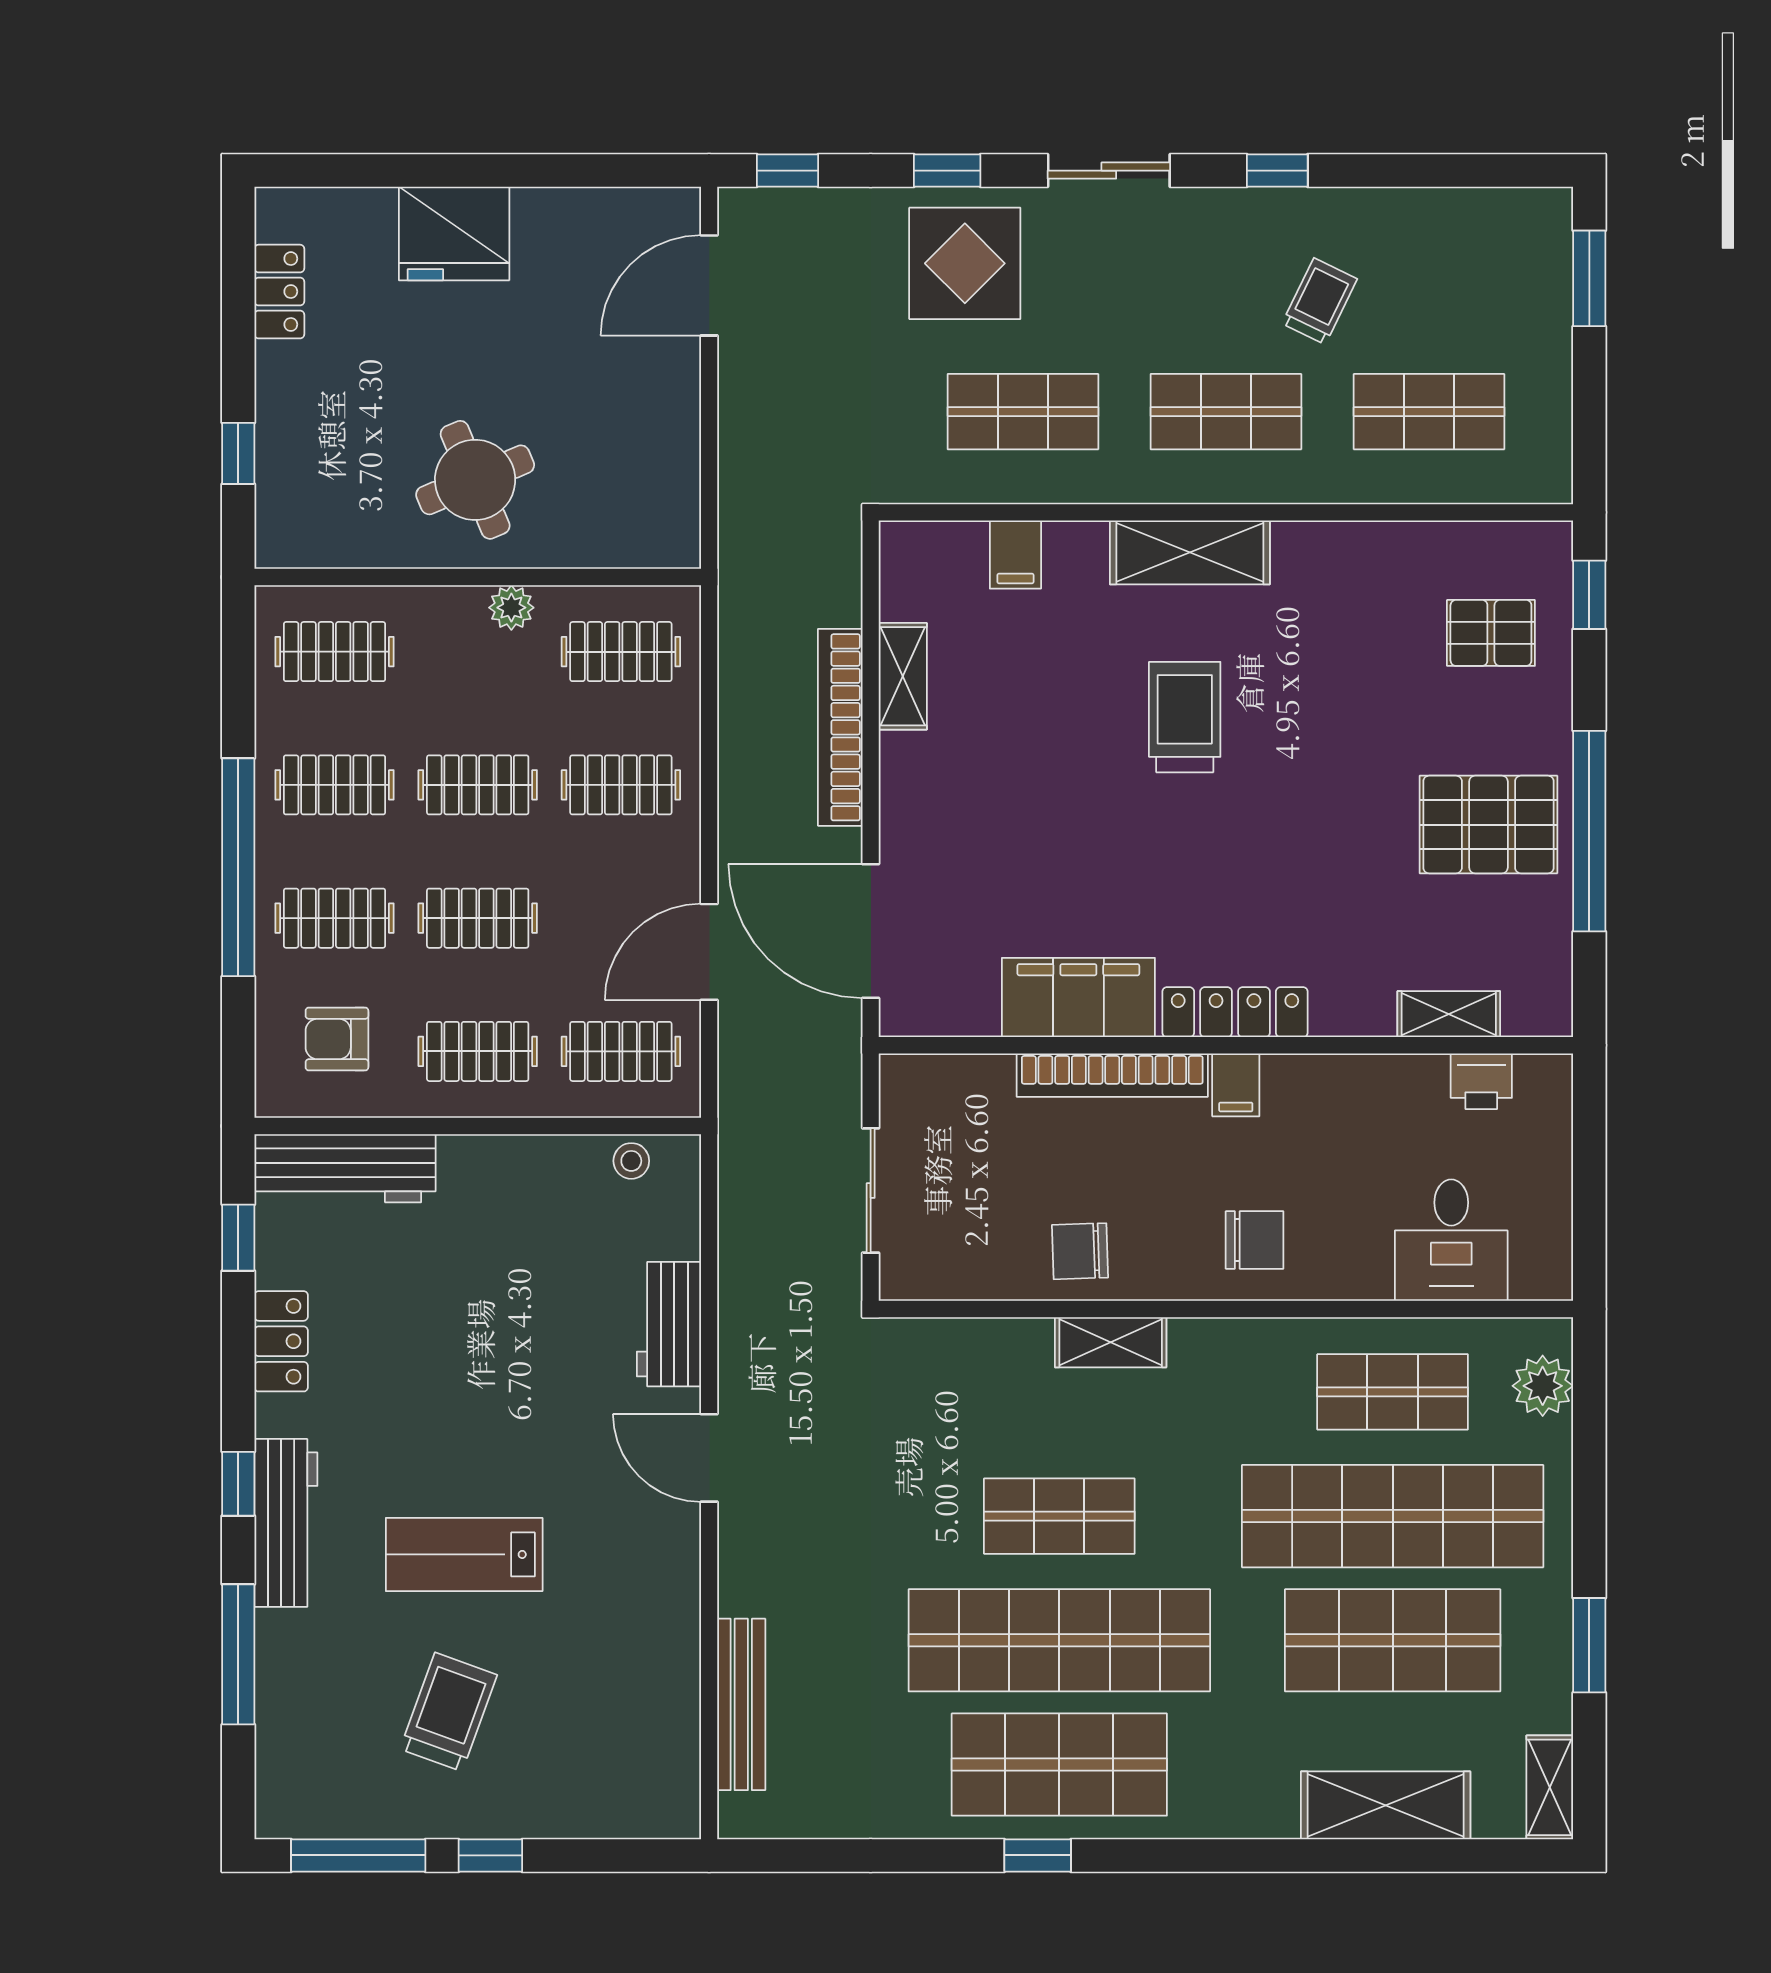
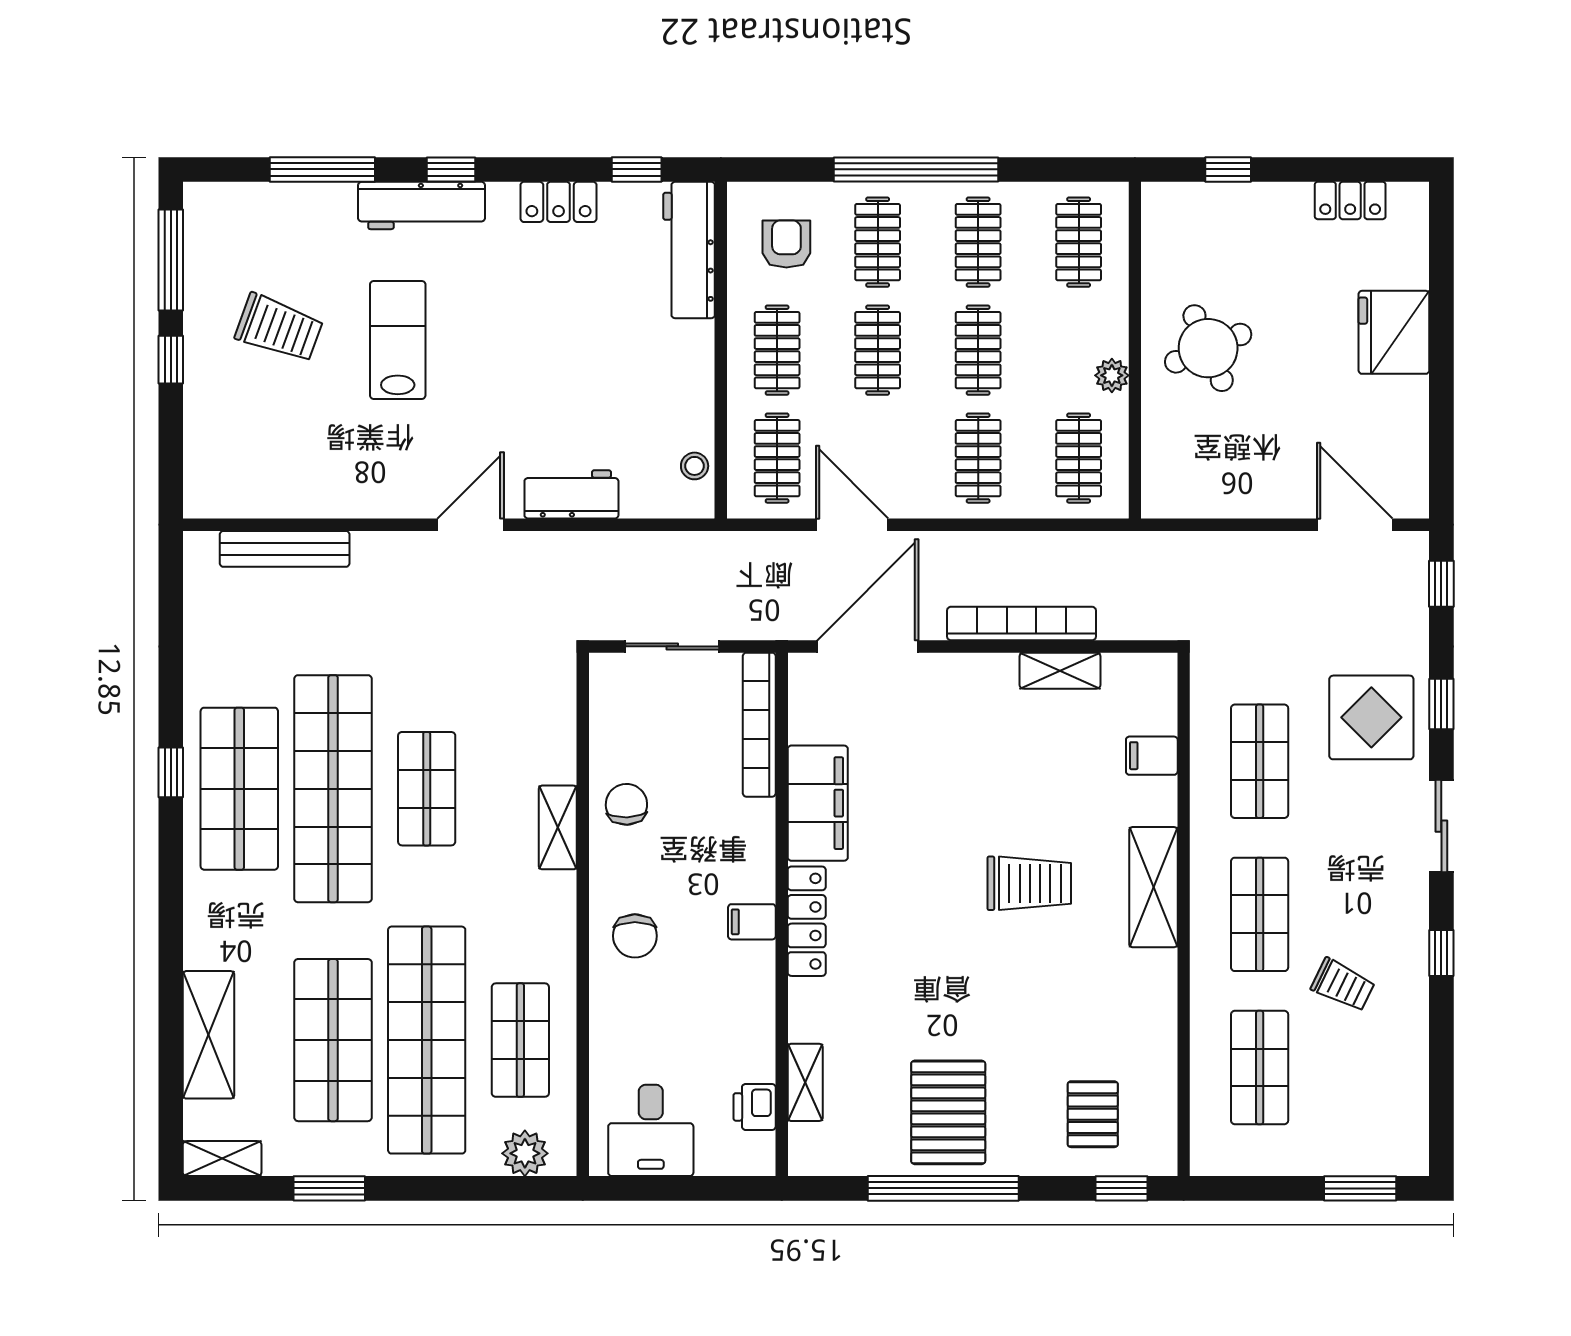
bookcase: (1112, 1075) -> (759, 725), moved
desk: (1451, 1240) -> (651, 1130), moved, turned -90

